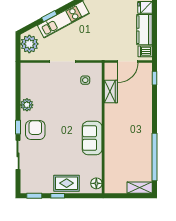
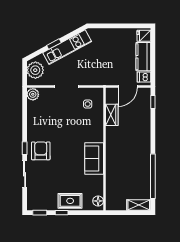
plant: (27, 105) -> (33, 94), moved

